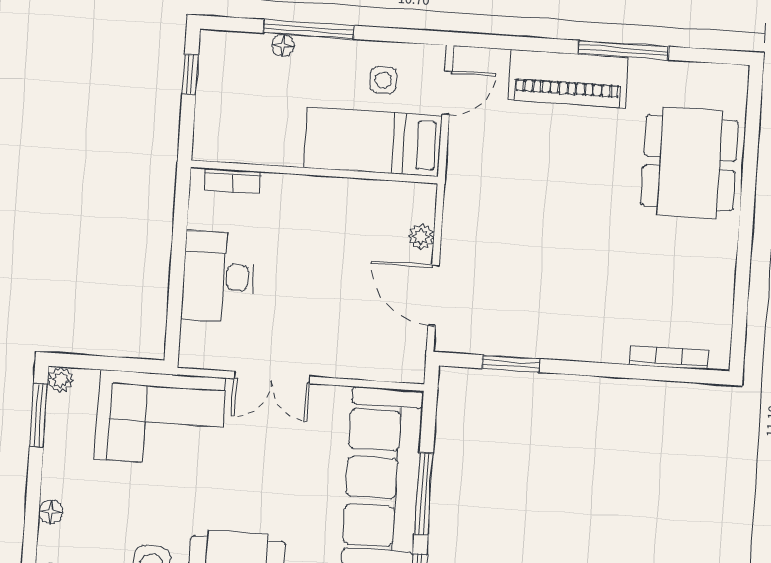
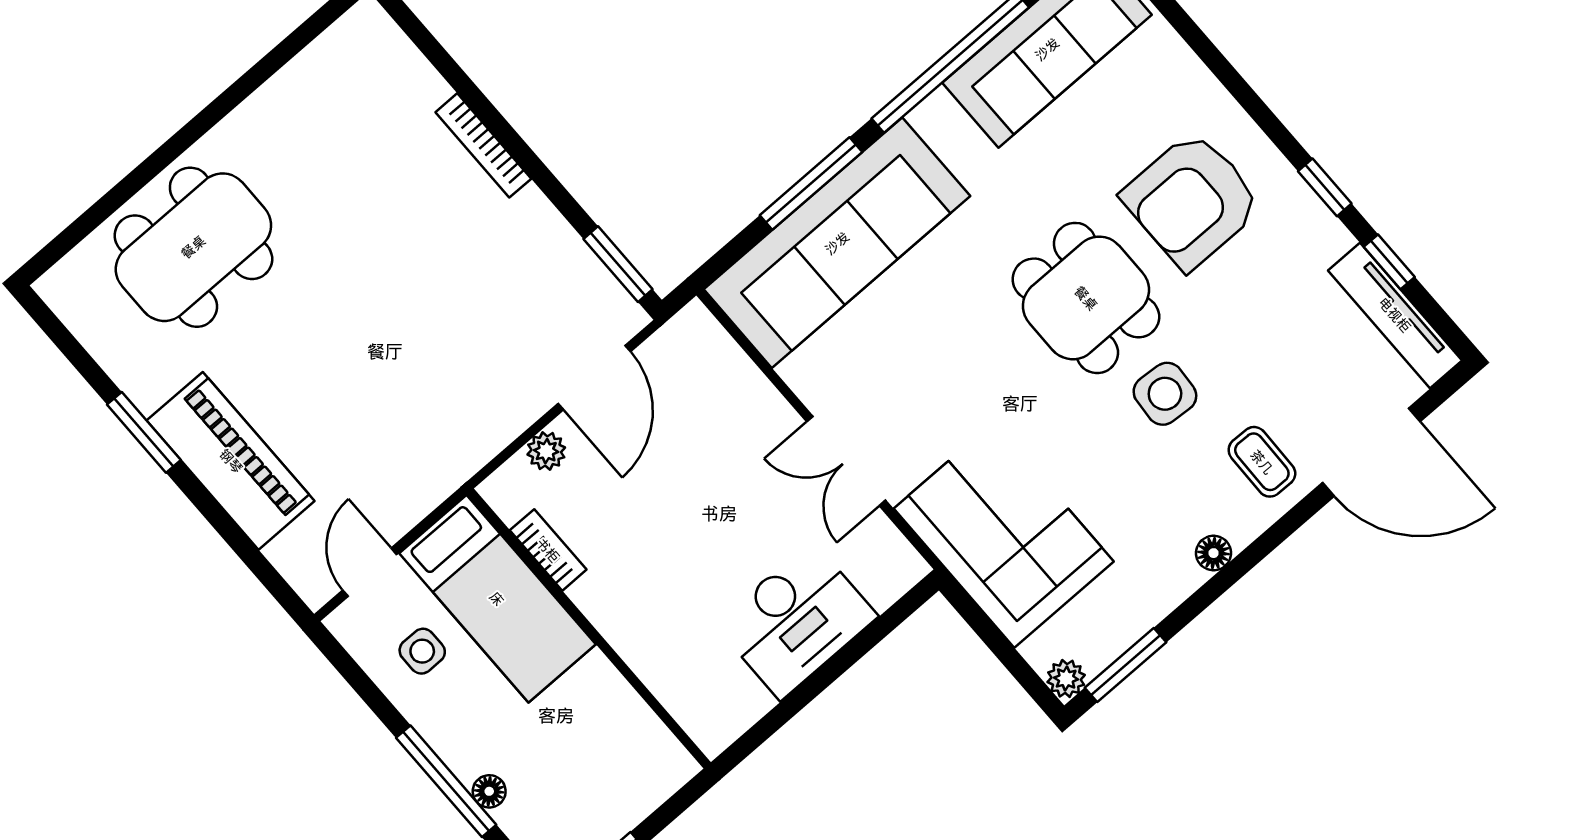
window: (624, 50) -> (144, 432), width x0.69
door: (447, 93) -> (370, 572), hinge flipped
bookcase: (232, 181) -> (548, 550), moved
bookcase: (669, 358) -> (483, 145), moved
window: (511, 364) -> (618, 264), moved
double door: (272, 378) -> (846, 461), swing flipped

